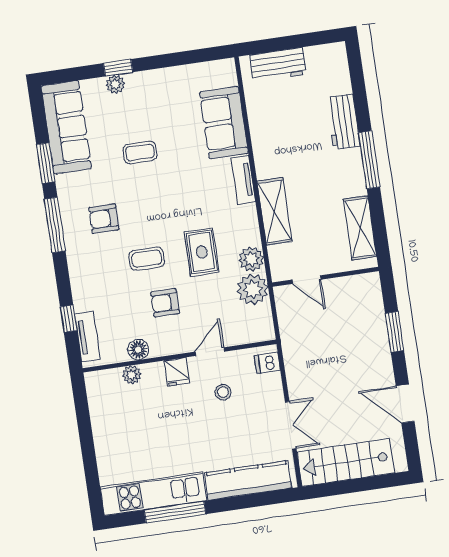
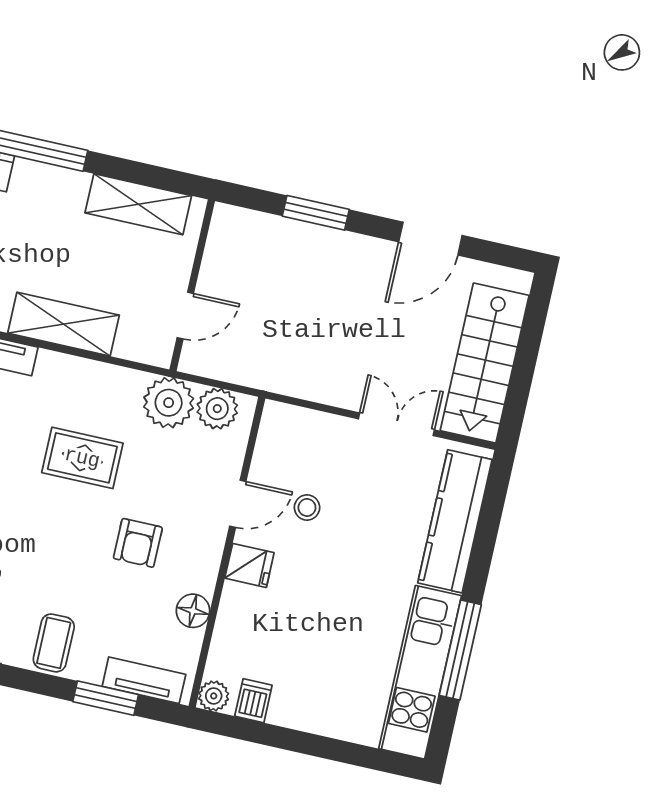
coffee table: (147, 259) -> (54, 643), moved
plant: (251, 259) -> (217, 409), moved
window: (69, 319) -> (106, 698), width x1.50
door: (210, 352) -> (238, 504), swing flipped
dishwasher: (267, 363) -> (253, 701), moved, turned 180
plant: (132, 375) -> (214, 696), moved

